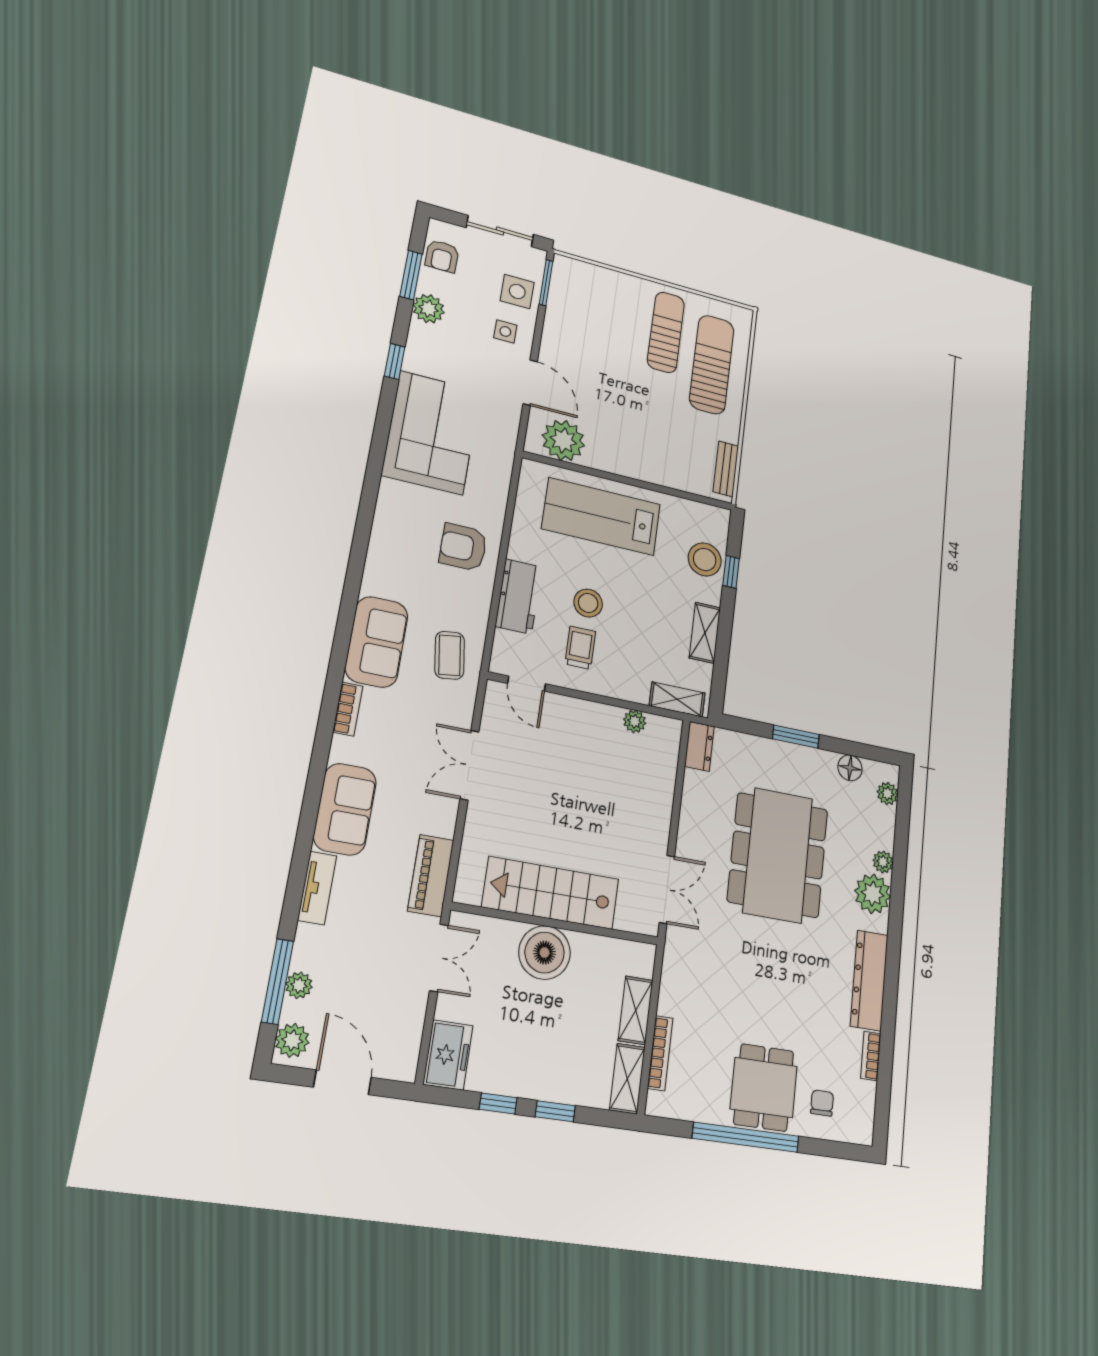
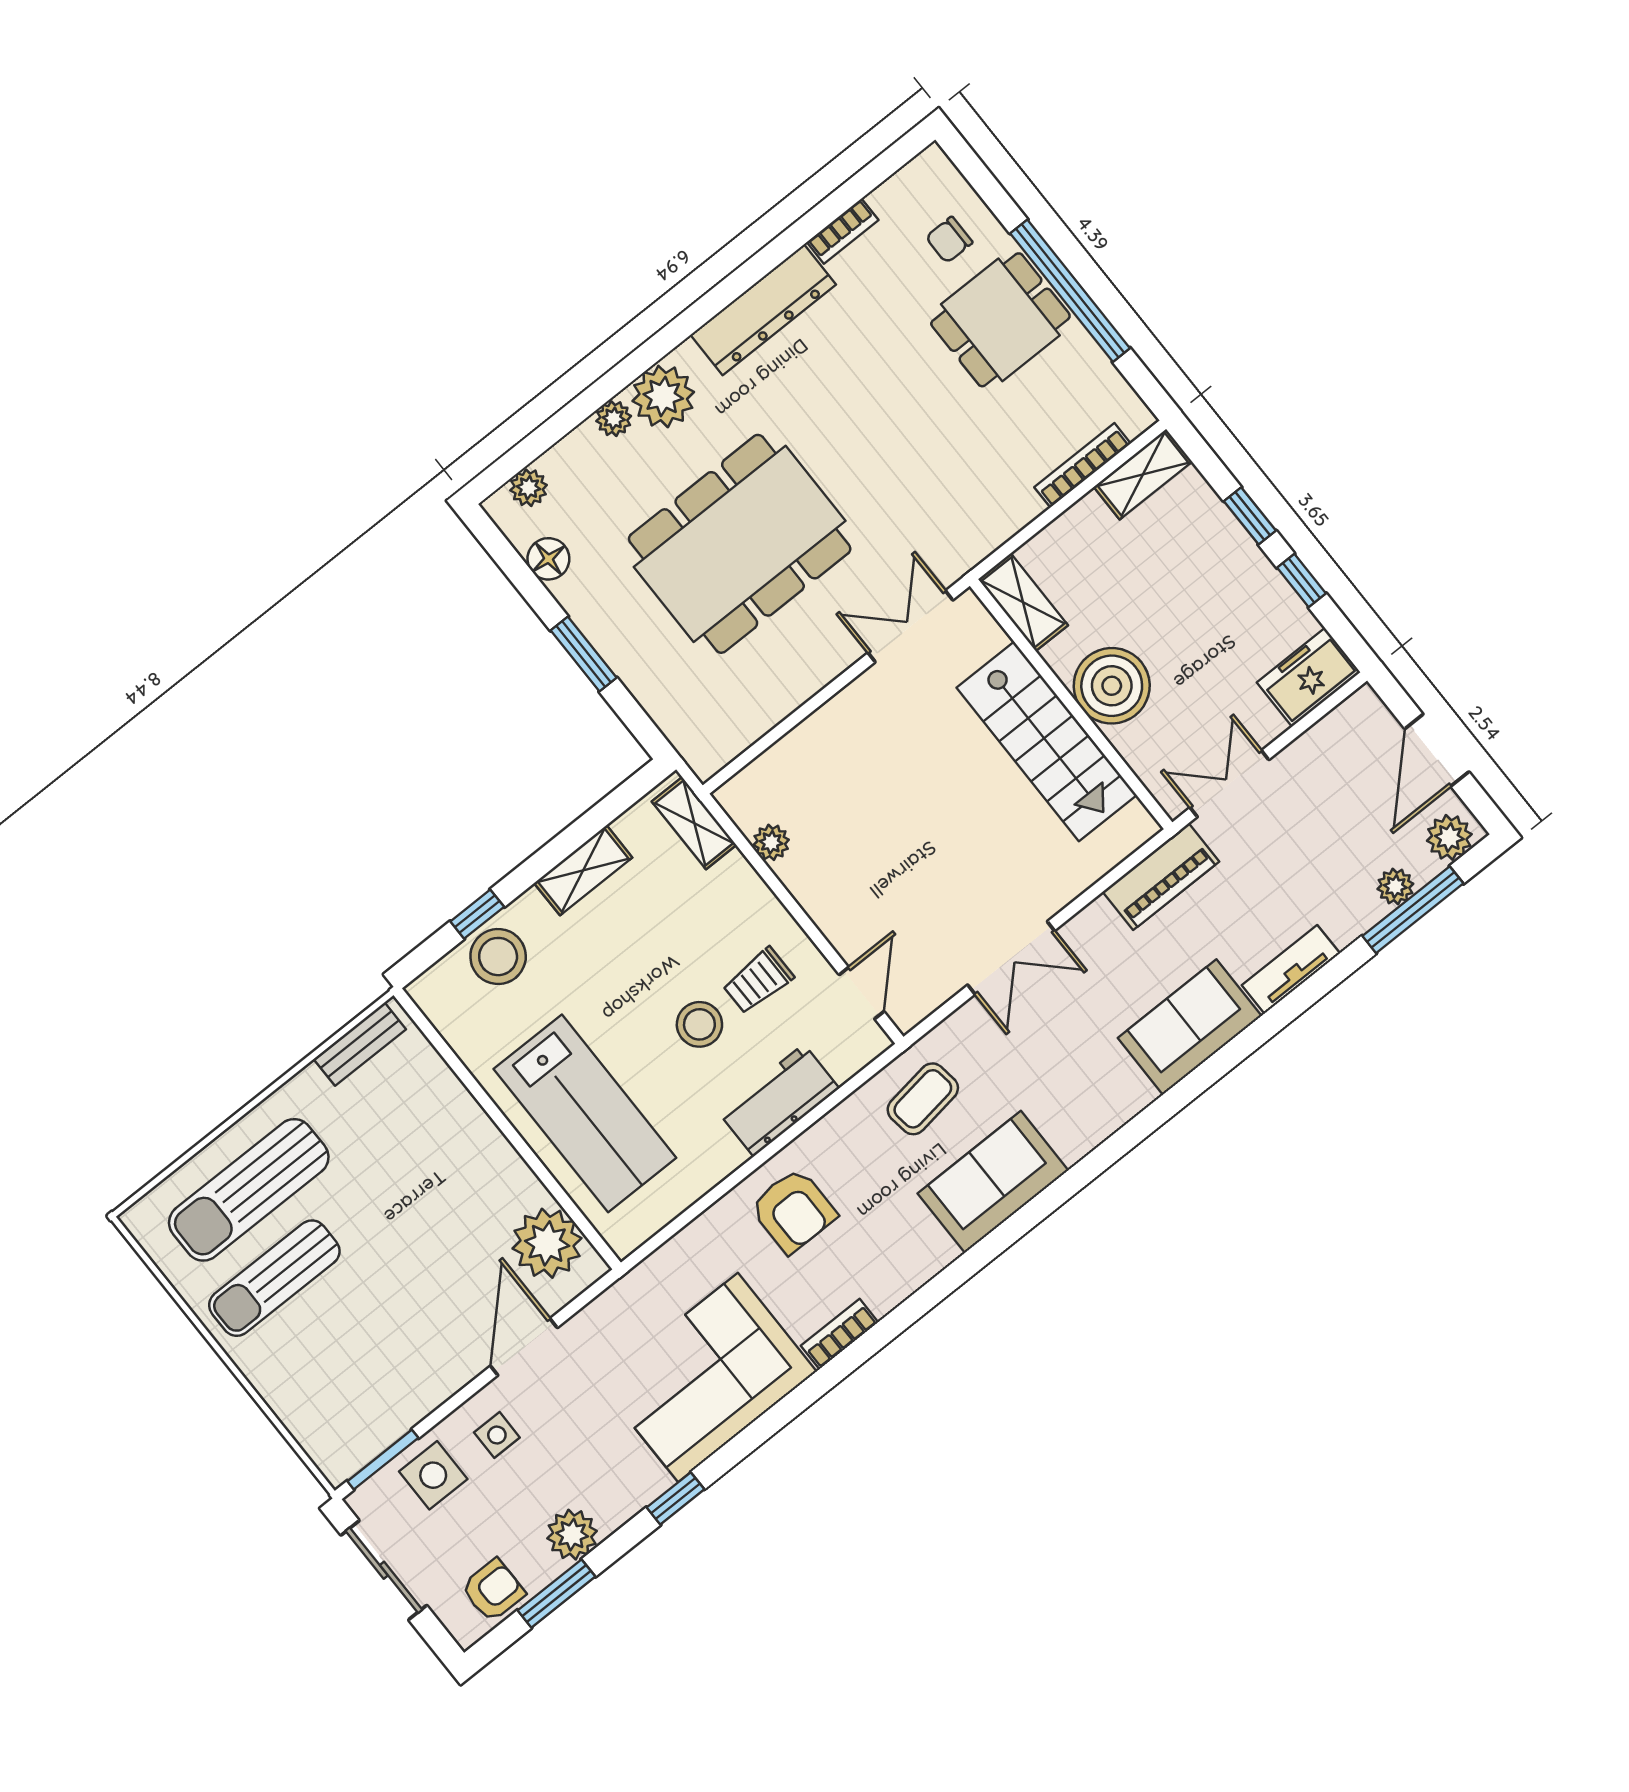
bookcase: (348, 709) -> (840, 1334), moved
dresser: (699, 746) -> (718, 747), removed
shelving: (636, 1010) -> (1023, 602), moved, turned 90

